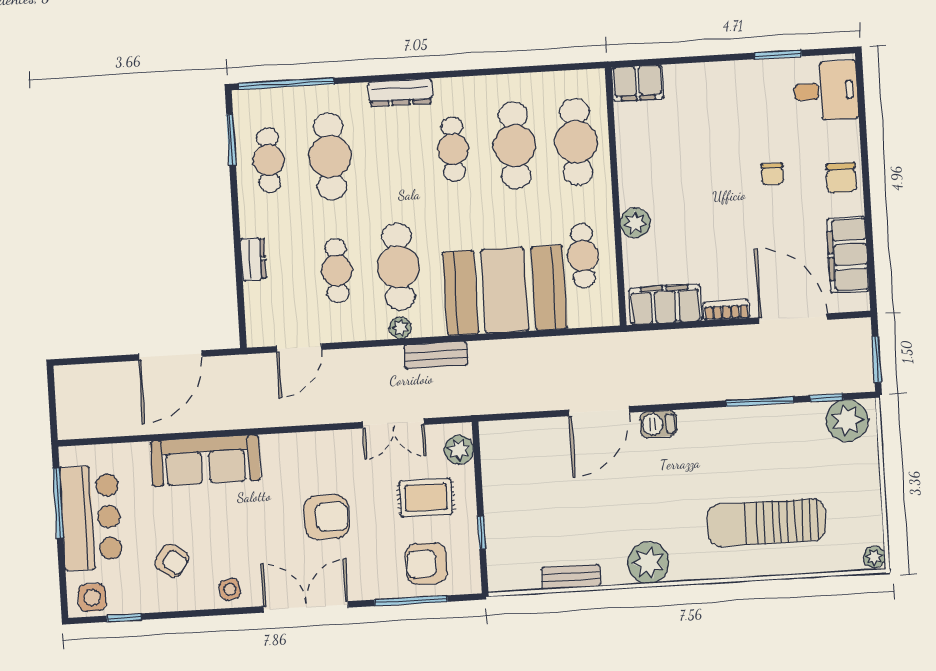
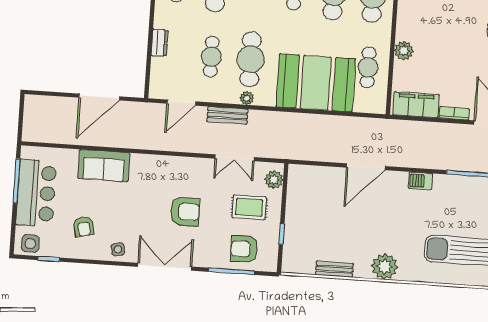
bench: (436, 355) -> (227, 115), moved
barbecue: (658, 424) -> (420, 181), moved
sofa: (205, 461) -> (104, 166), width x0.73
armchair: (172, 561) -> (84, 227), turned 42

